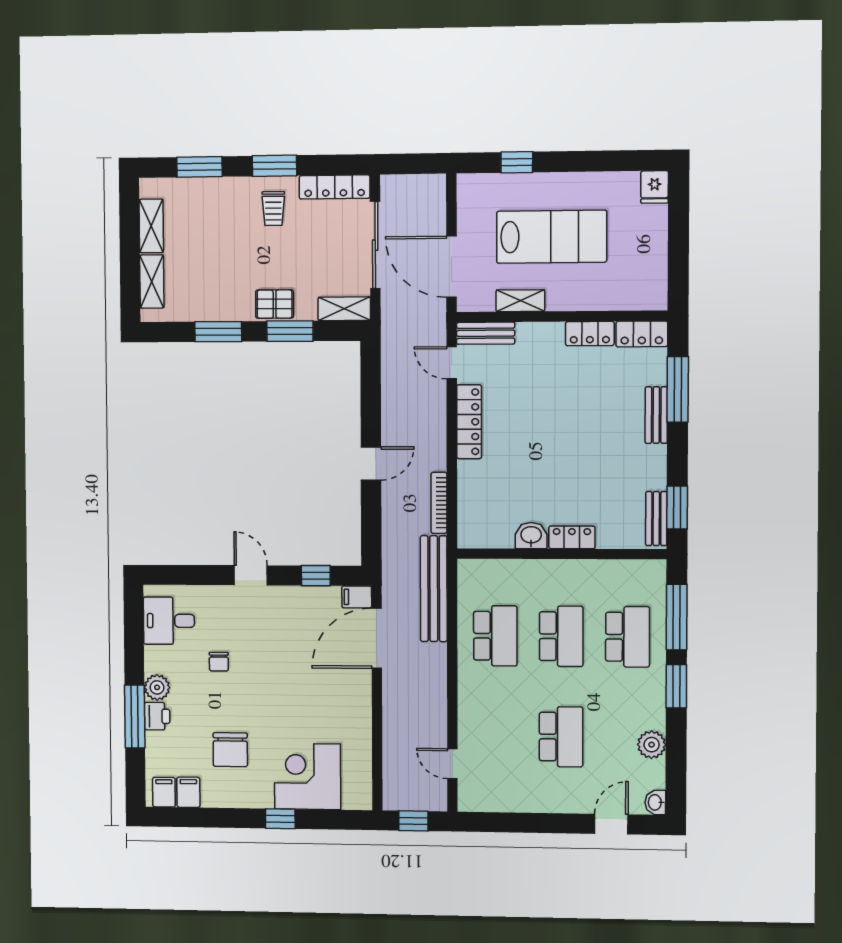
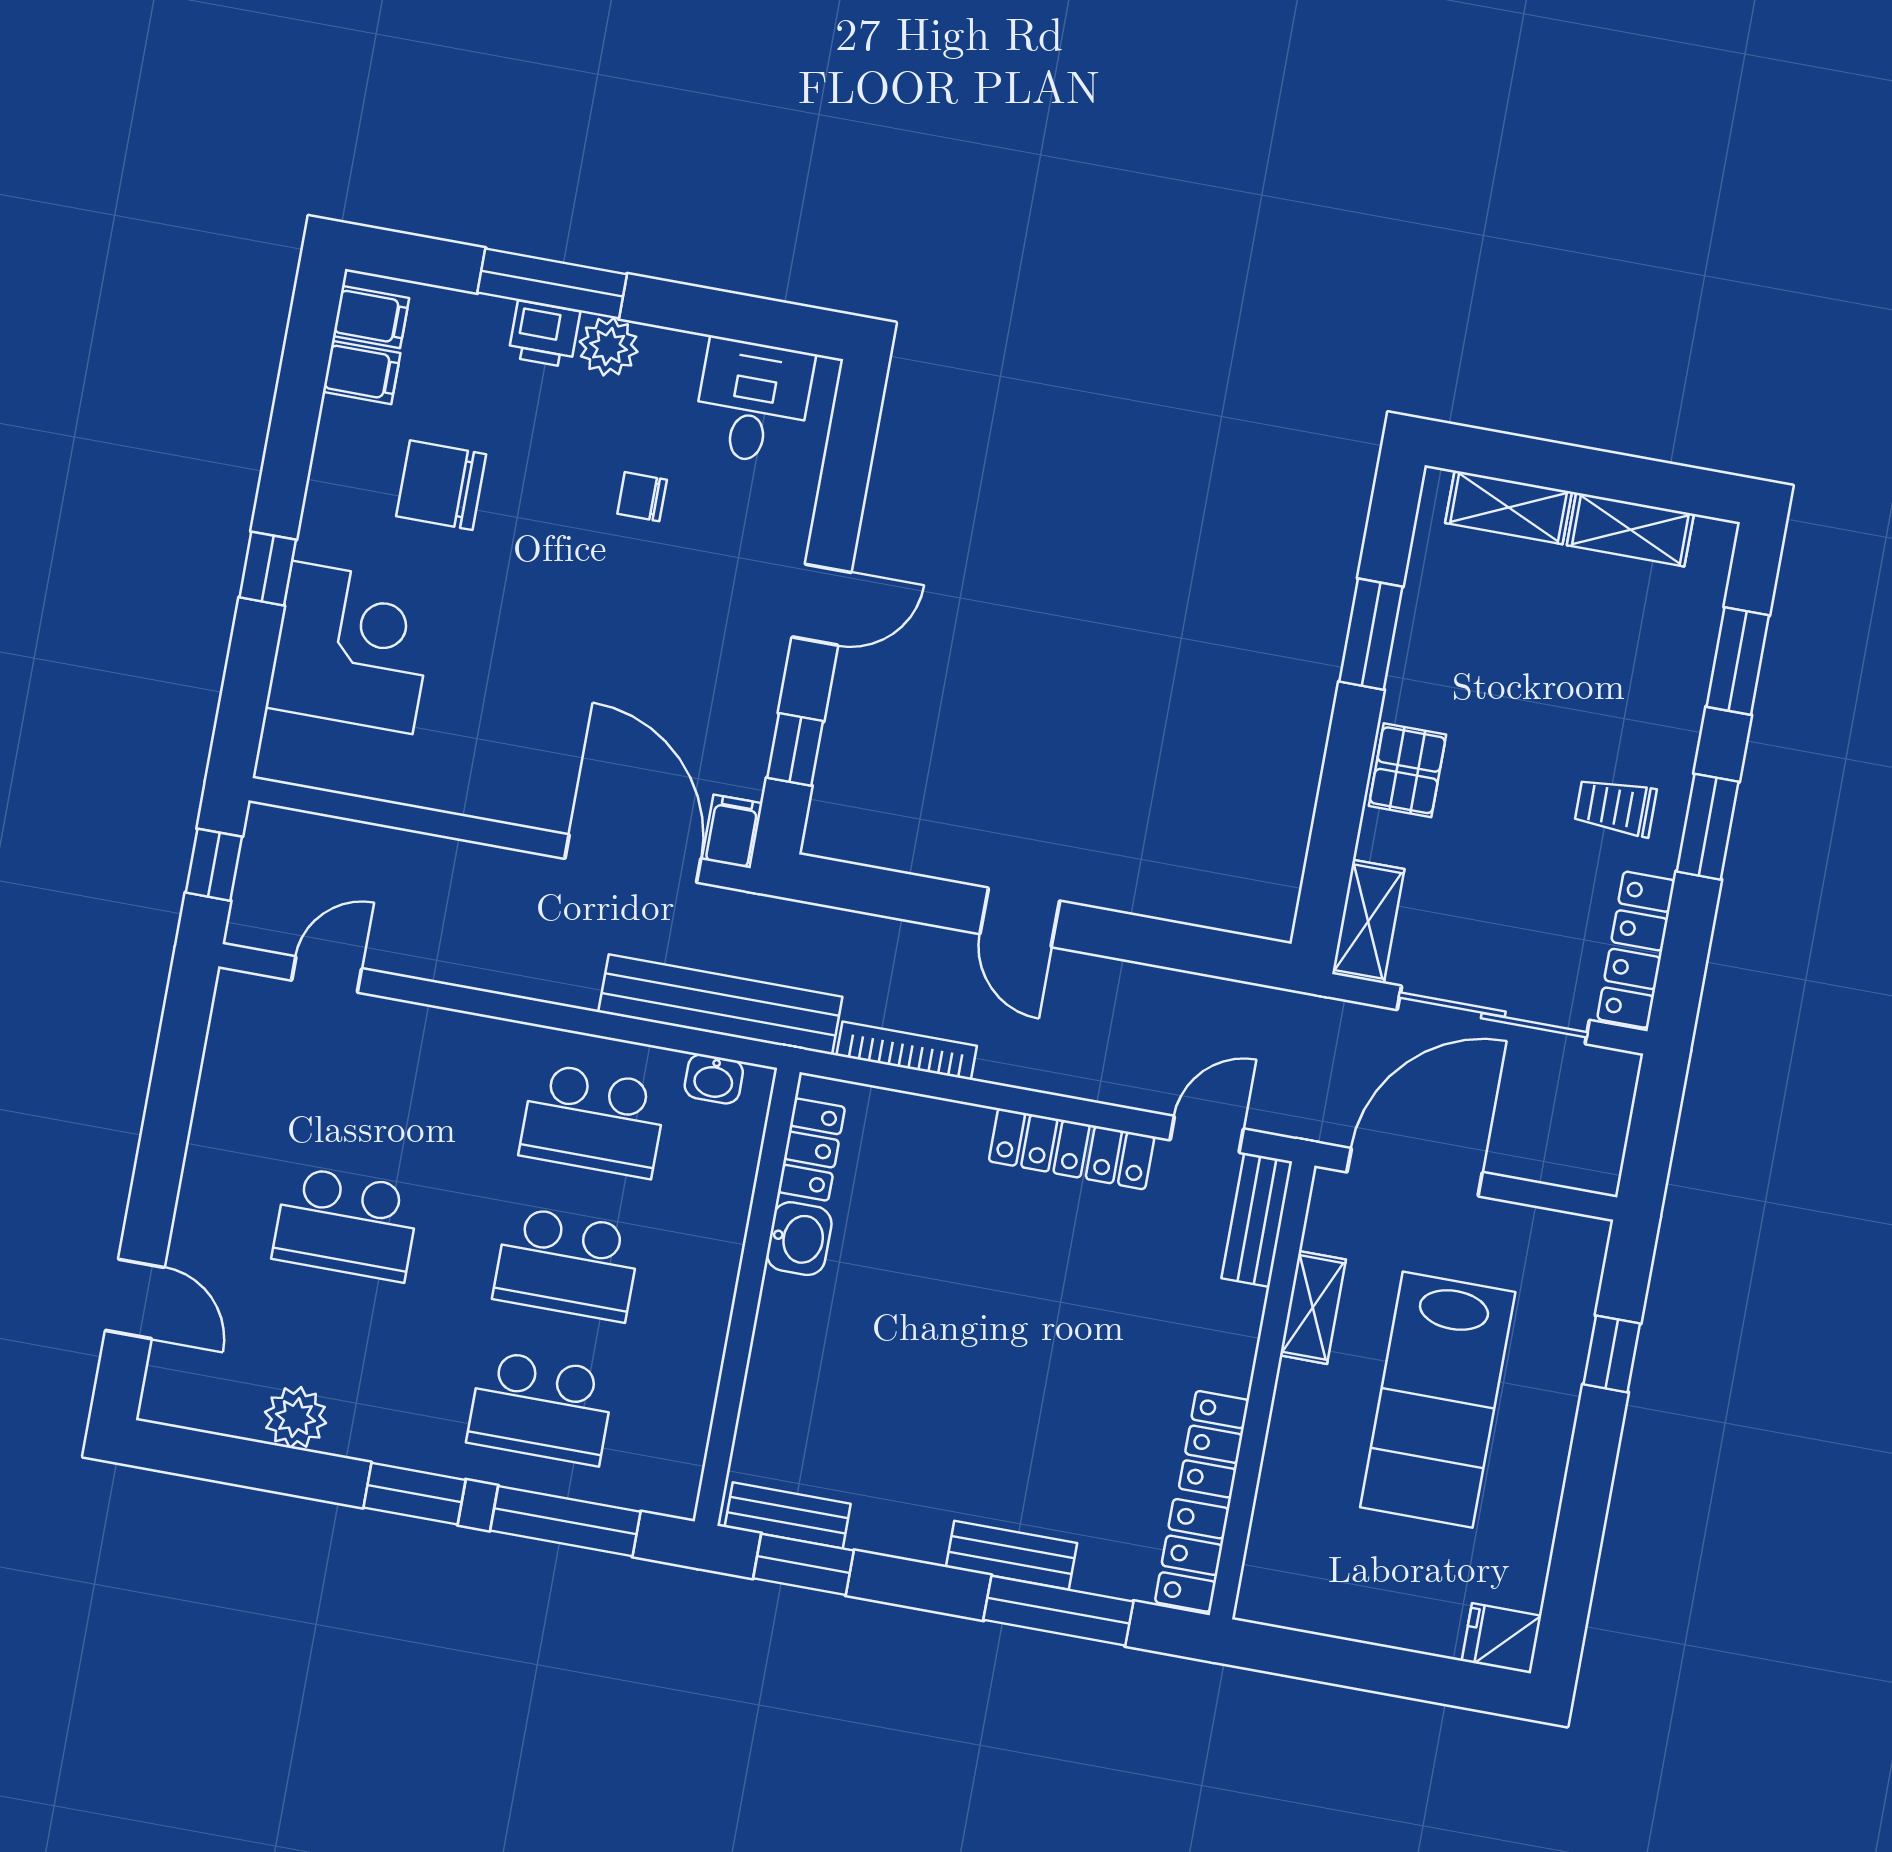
window: (290, 331) -> (1342, 793), removed
locker: (572, 537) -> (811, 1150), moved
washbasin: (655, 802) -> (714, 1079), moved, turned 180

